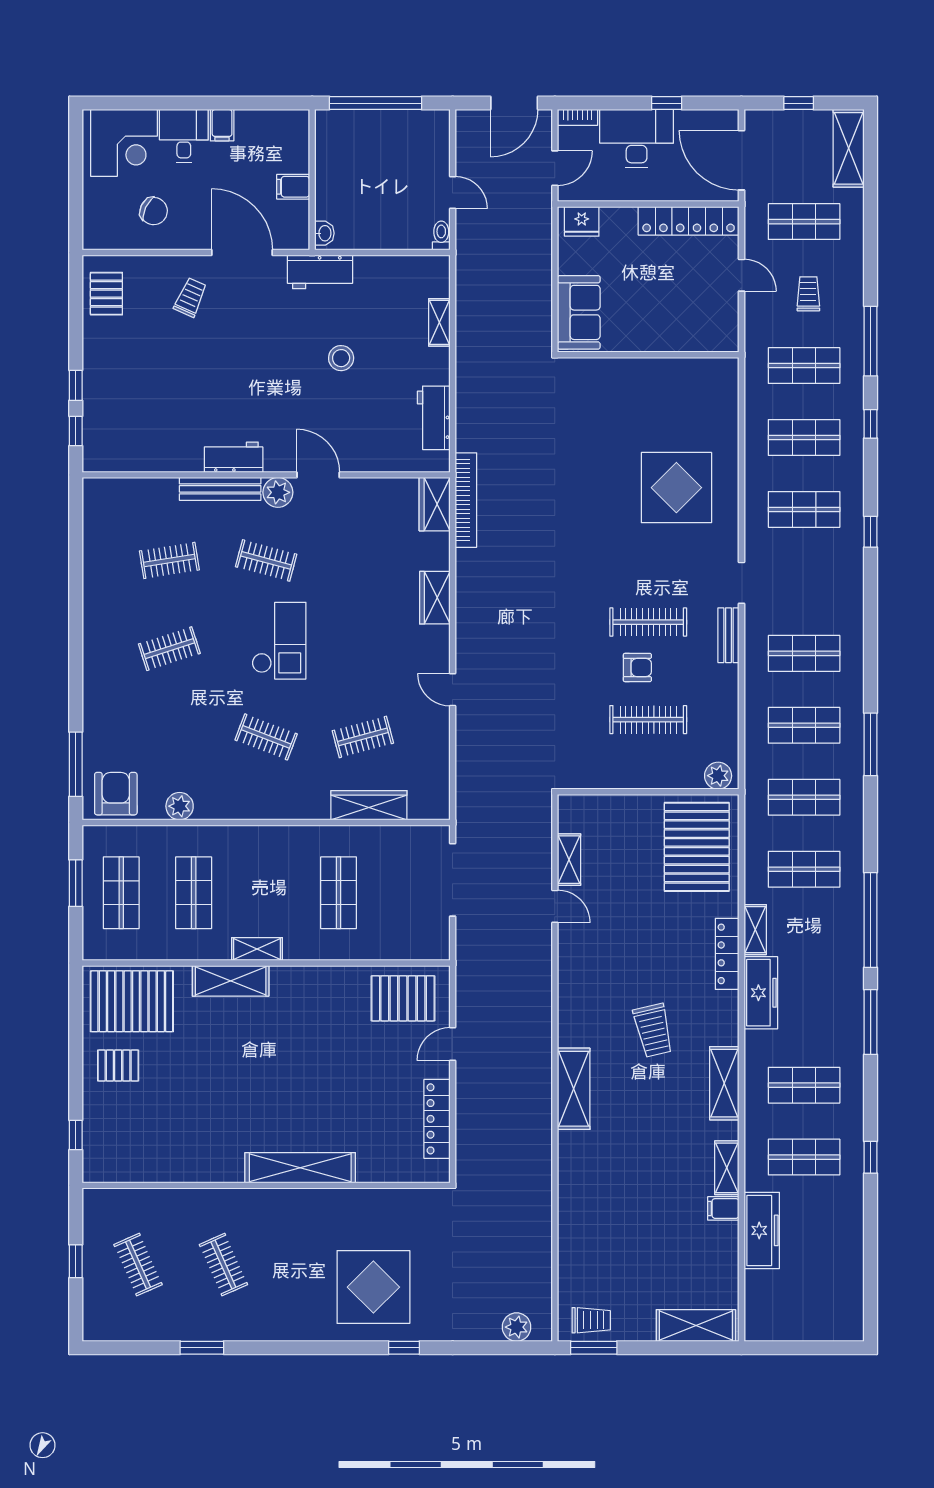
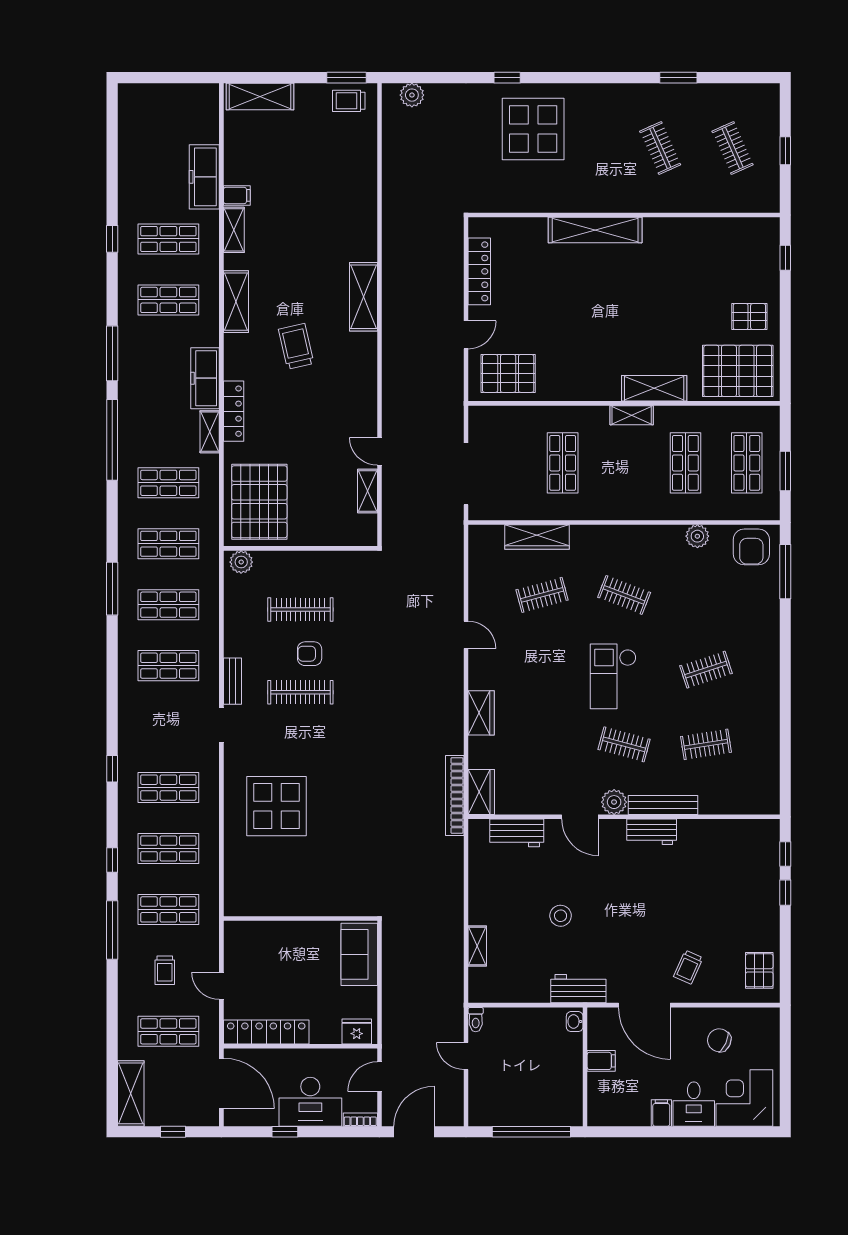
workbench: (434, 418) -> (517, 833), moved, turned 90

